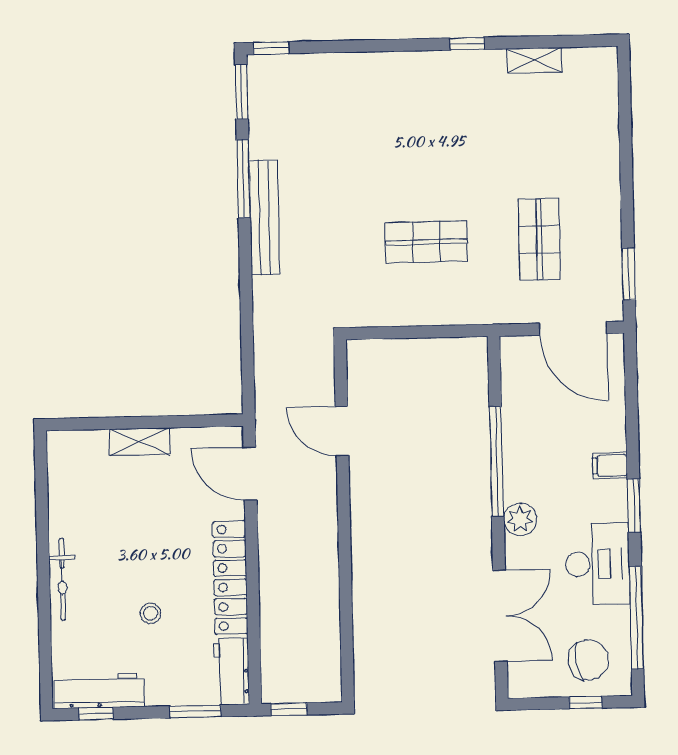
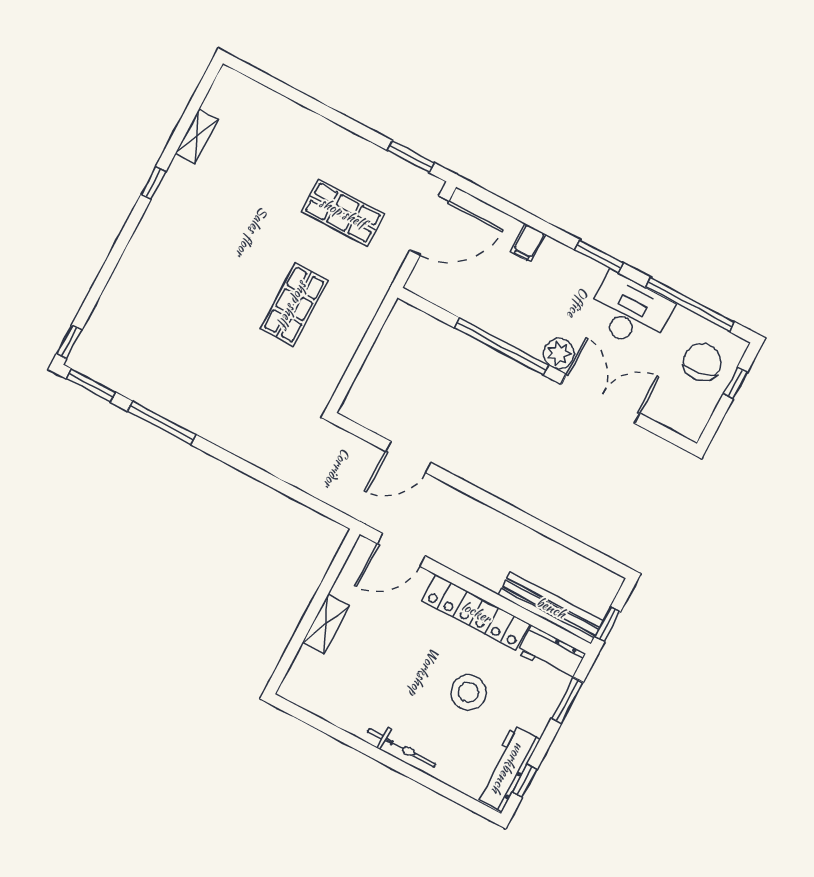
bench: (264, 218) -> (551, 608), moved
filing cabinet: (610, 466) -> (528, 243), moved
stool: (151, 613) -> (469, 692), width x1.89, depth x1.89
double door: (500, 616) -> (600, 399), moved

